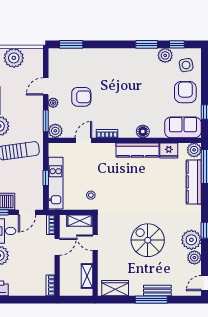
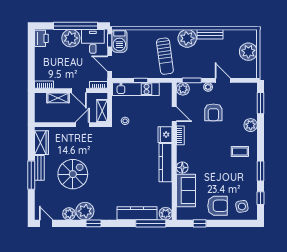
plant: (165, 55) -> (251, 125), moved
coffee table: (125, 67) -> (240, 152), added
sofa: (183, 127) -> (186, 190), moved
fridge: (169, 151) -> (165, 135), moved
spiral stairs: (148, 240) -> (73, 174), moved
shelving: (87, 276) -> (58, 98), moved
bench: (157, 291) -> (39, 168), moved

